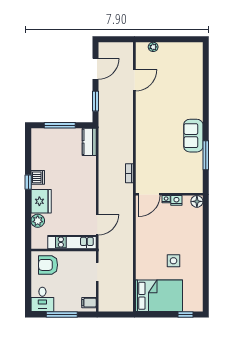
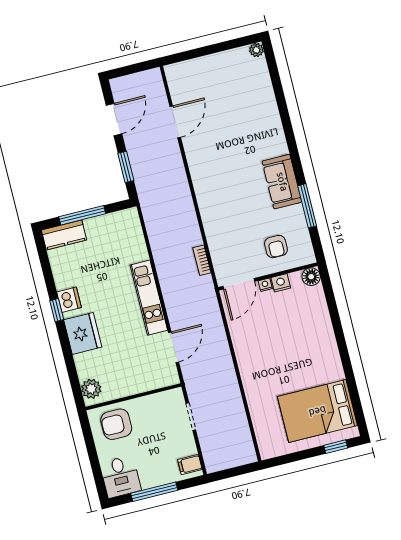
plant: (153, 47) -> (256, 50), moved
kitchen counter: (89, 142) -> (64, 235), moved, turned -90
armchair: (179, 176) -> (276, 247), added
plant: (38, 221) -> (91, 389), moved
kitchen unit: (72, 242) -> (149, 298), moved, turned -90
side table: (173, 261) -> (298, 372), removed
bed: (159, 296) -> (317, 411), moved, turned 180

